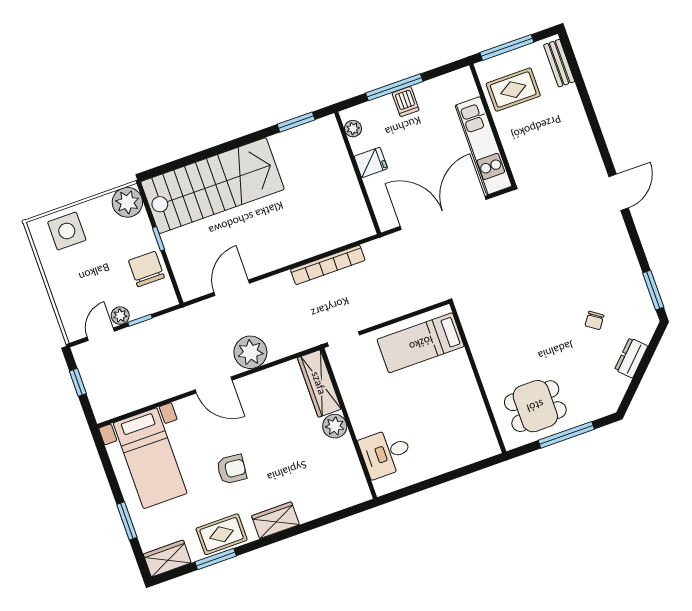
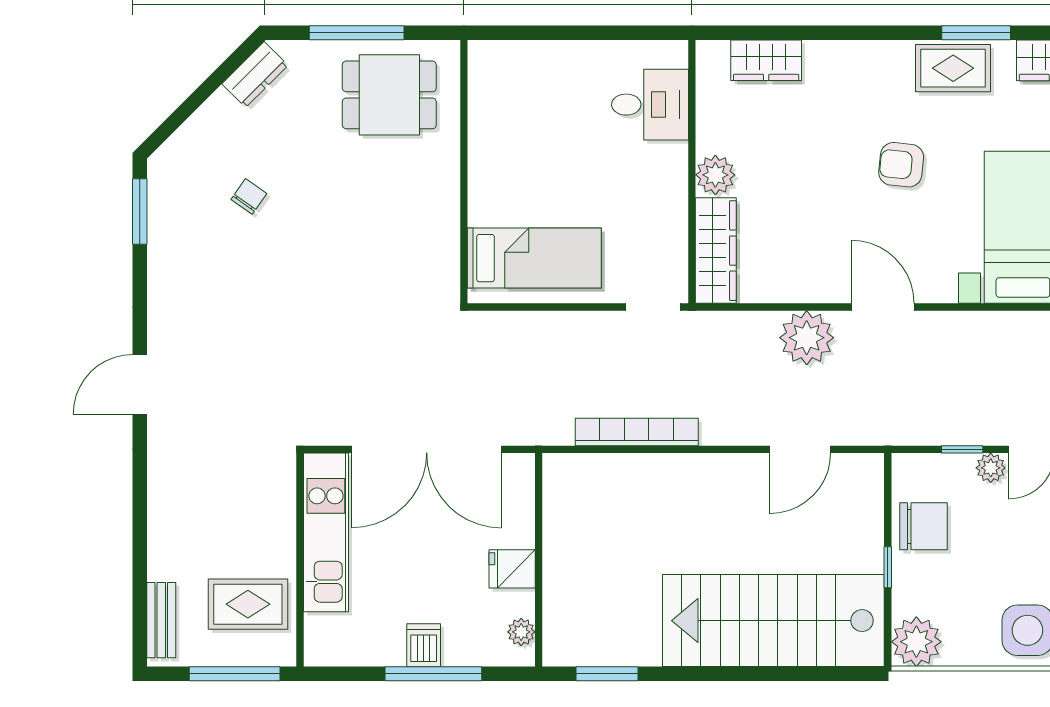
chair: (146, 269) -> (924, 526), turned -90
dresser: (631, 358) -> (255, 75), moved
wardrobe: (275, 520) -> (766, 60), moved

